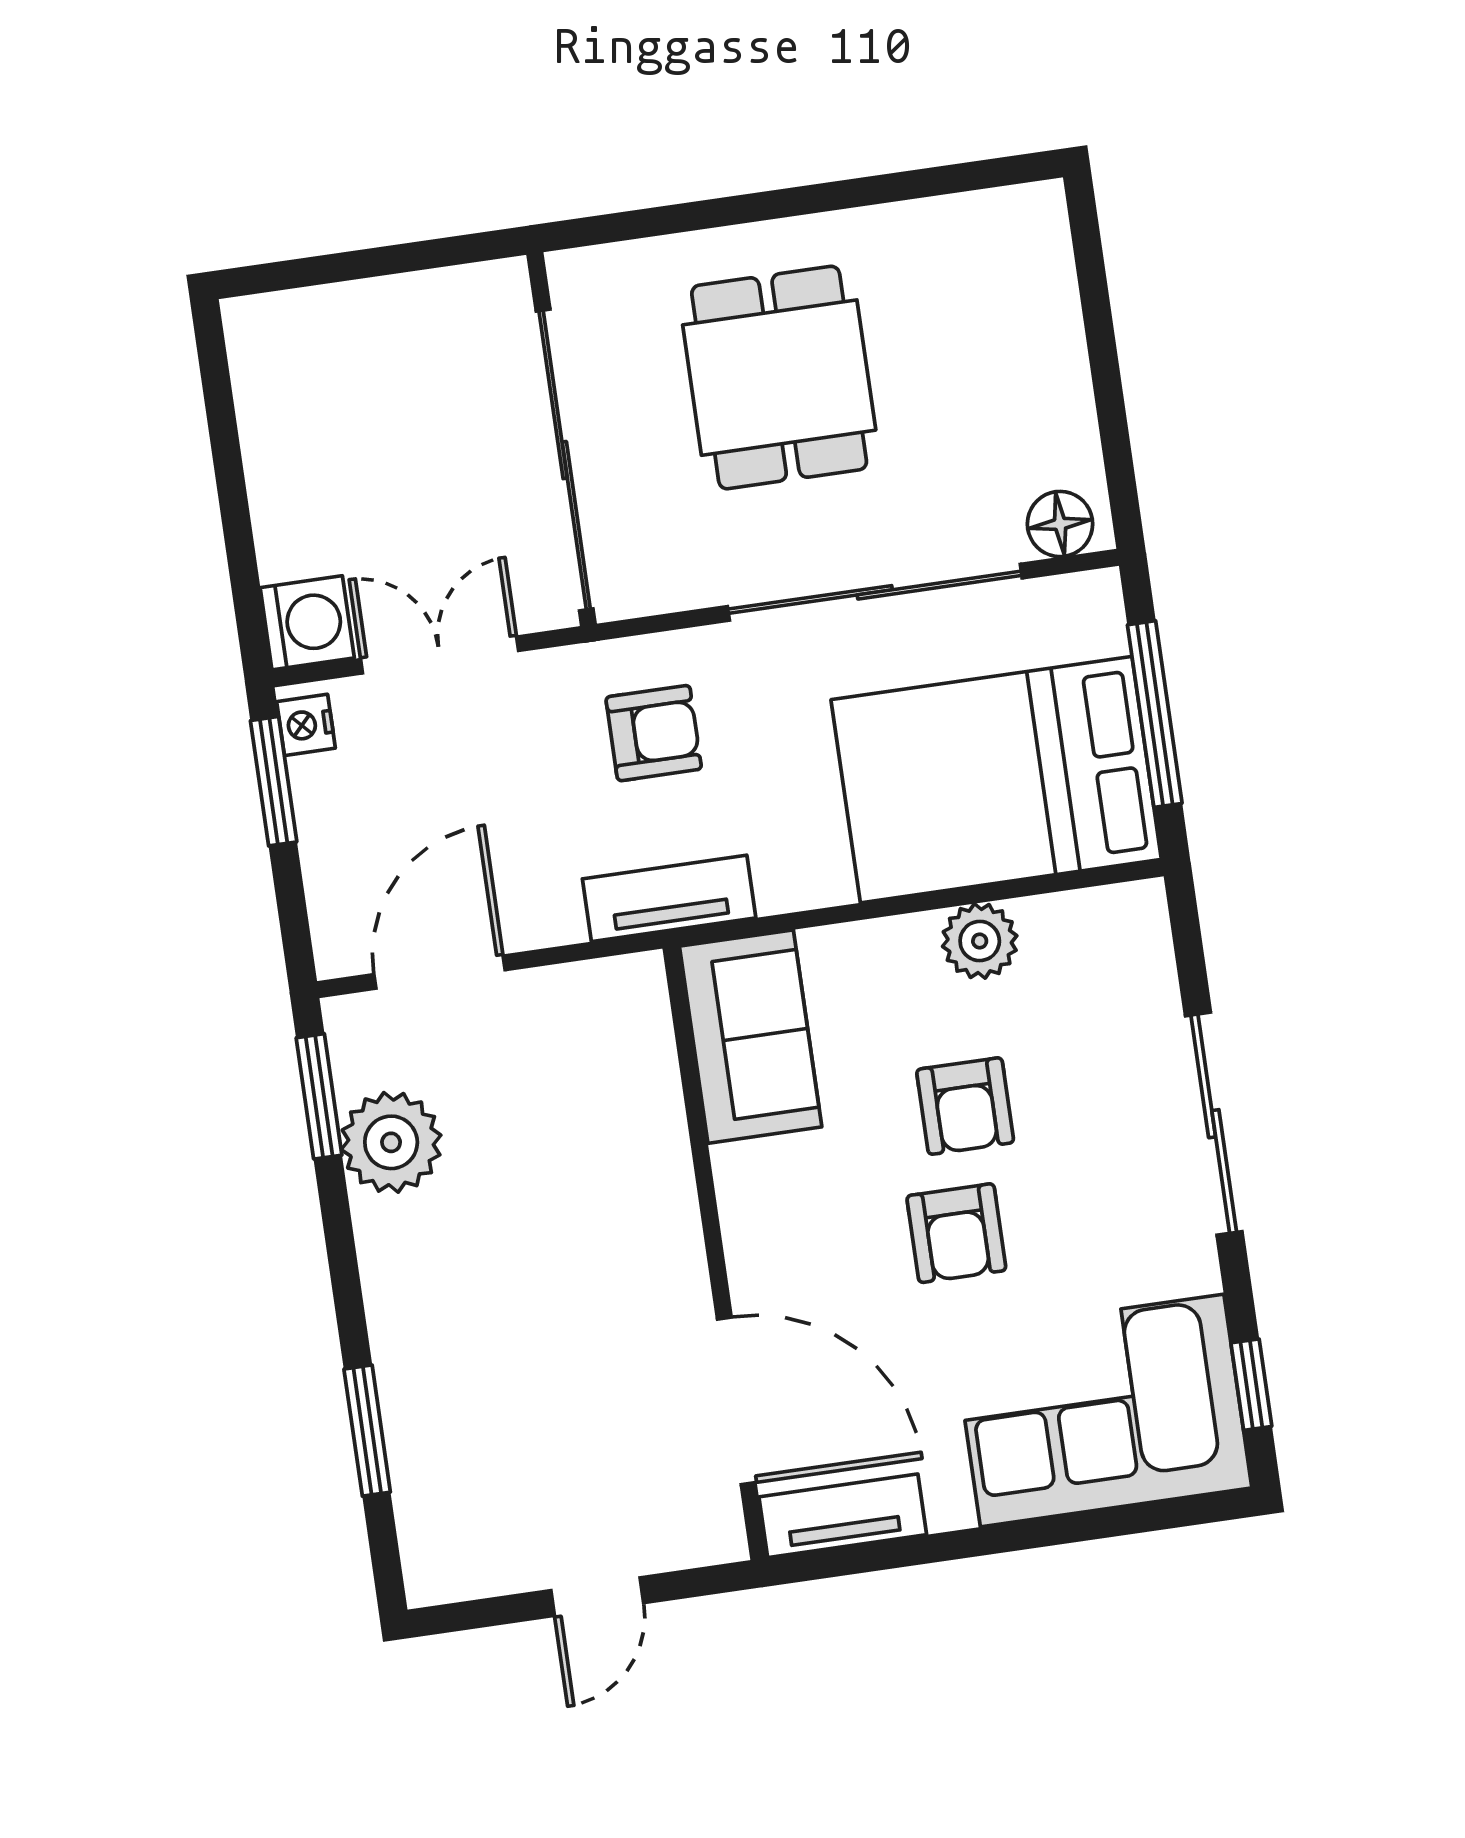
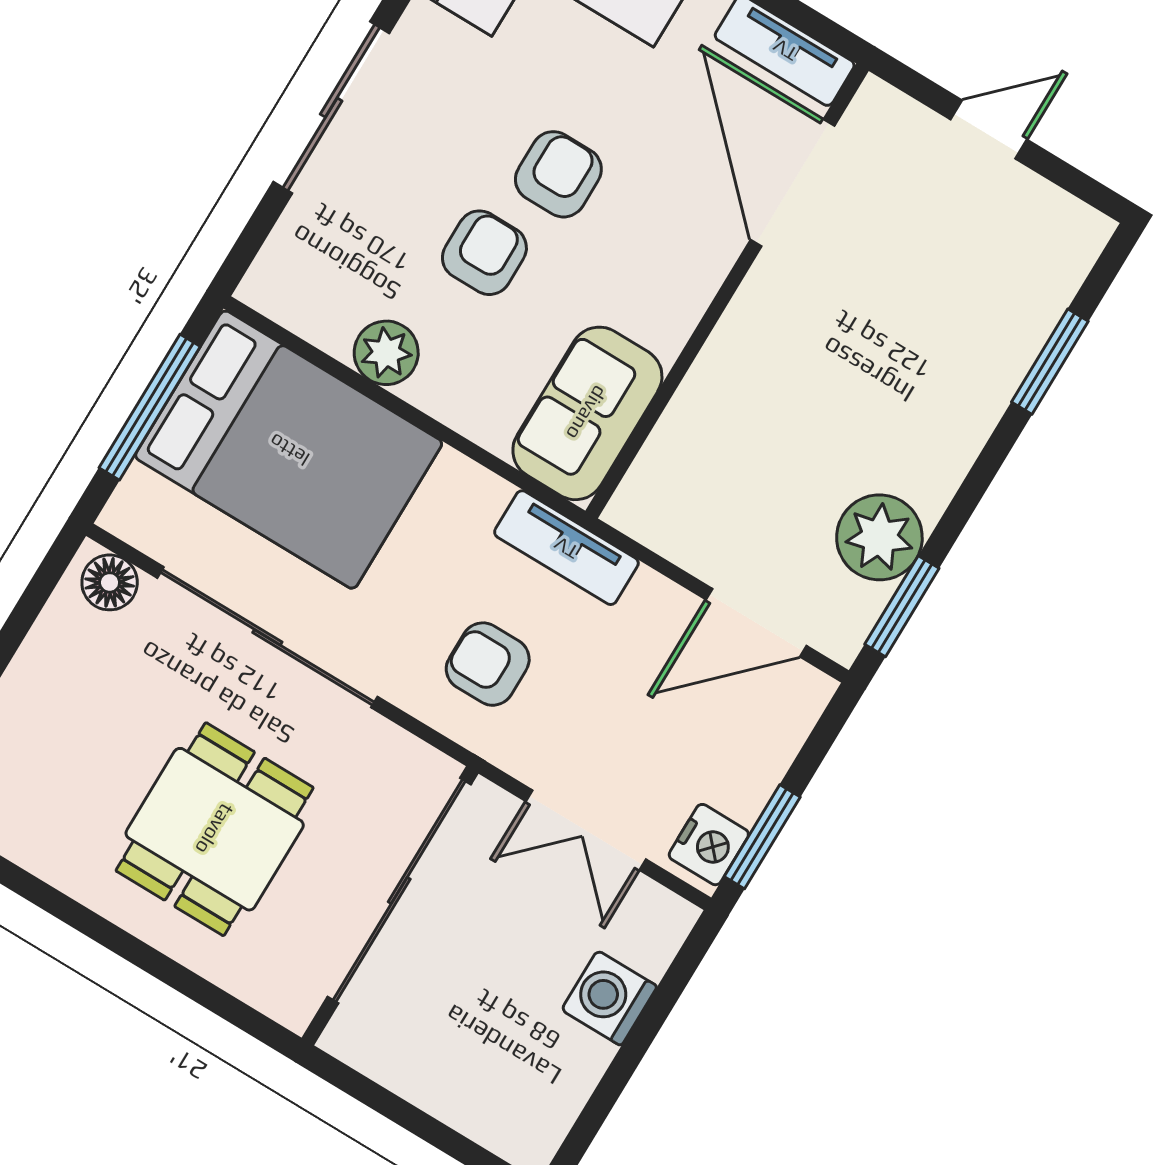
washing machine: (307, 623) -> (609, 998), moved
nightstand: (306, 725) -> (709, 845), width x1.39, depth x1.35

